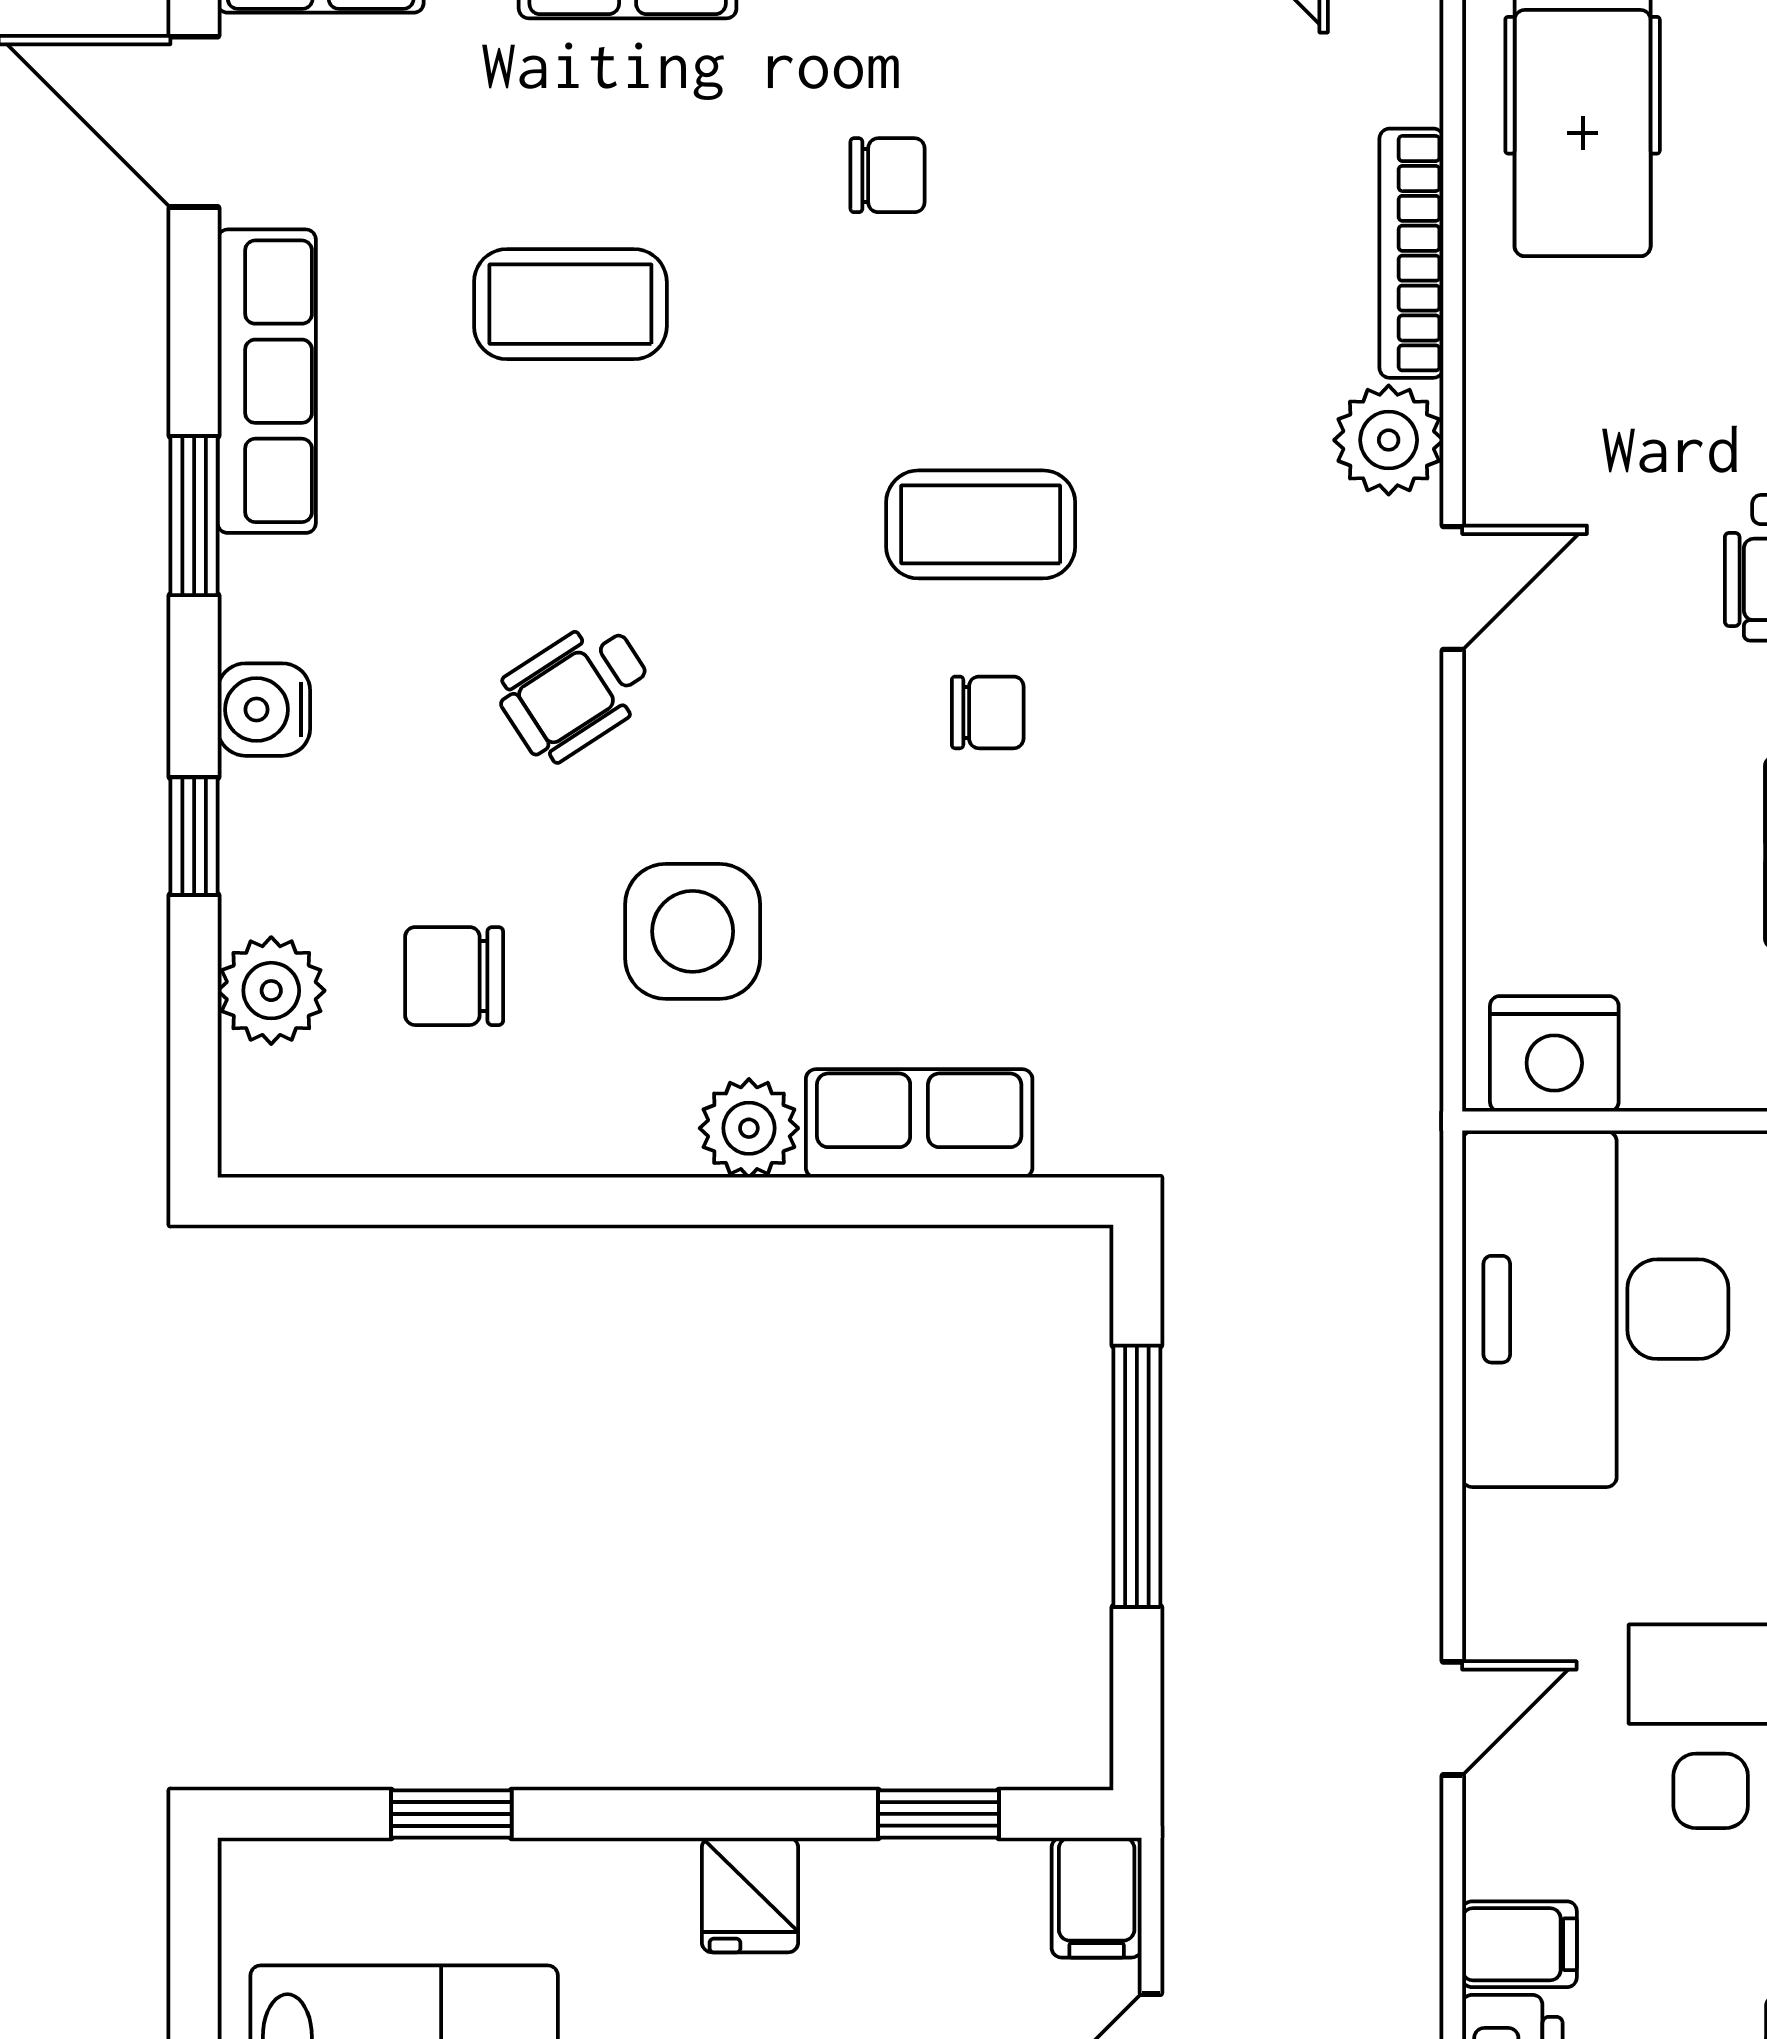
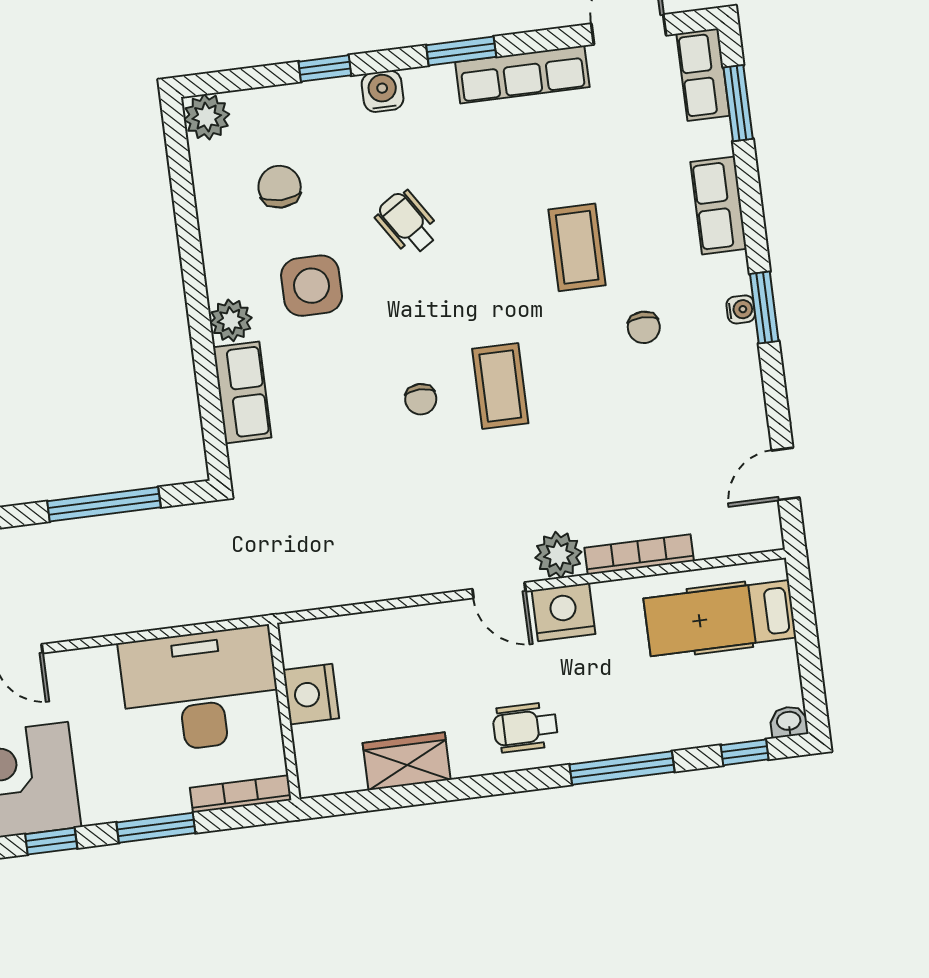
coffee table: (570, 304) -> (577, 247), moved
nightstand: (1522, 445) -> (563, 612), added
plant: (271, 991) -> (207, 117), moved
nightstand: (1554, 1054) -> (311, 694), moved

